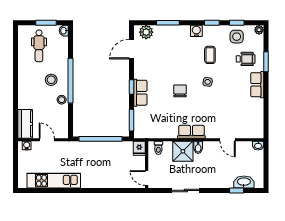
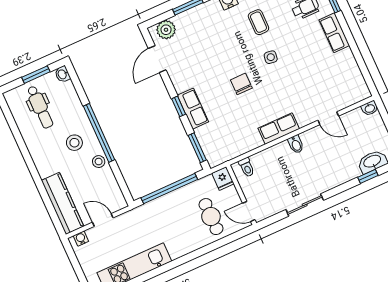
kitchen counter: (25, 124) -> (63, 203), width x1.50
shower: (183, 151) -> (279, 158), removed
cafe table: (120, 170) -> (211, 217), added

